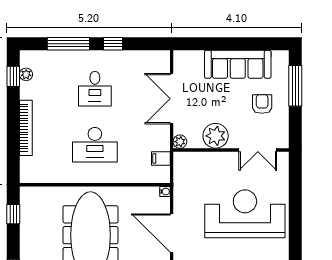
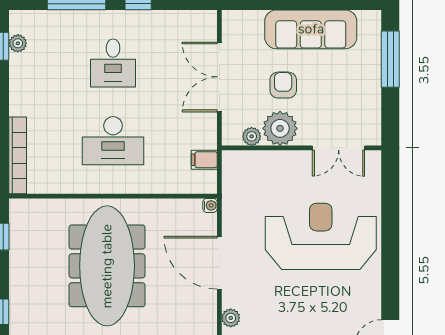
armchair: (262, 104) -> (283, 85), moved
bookcase: (26, 128) -> (18, 155), moved
plant: (180, 142) -> (252, 136), moved

